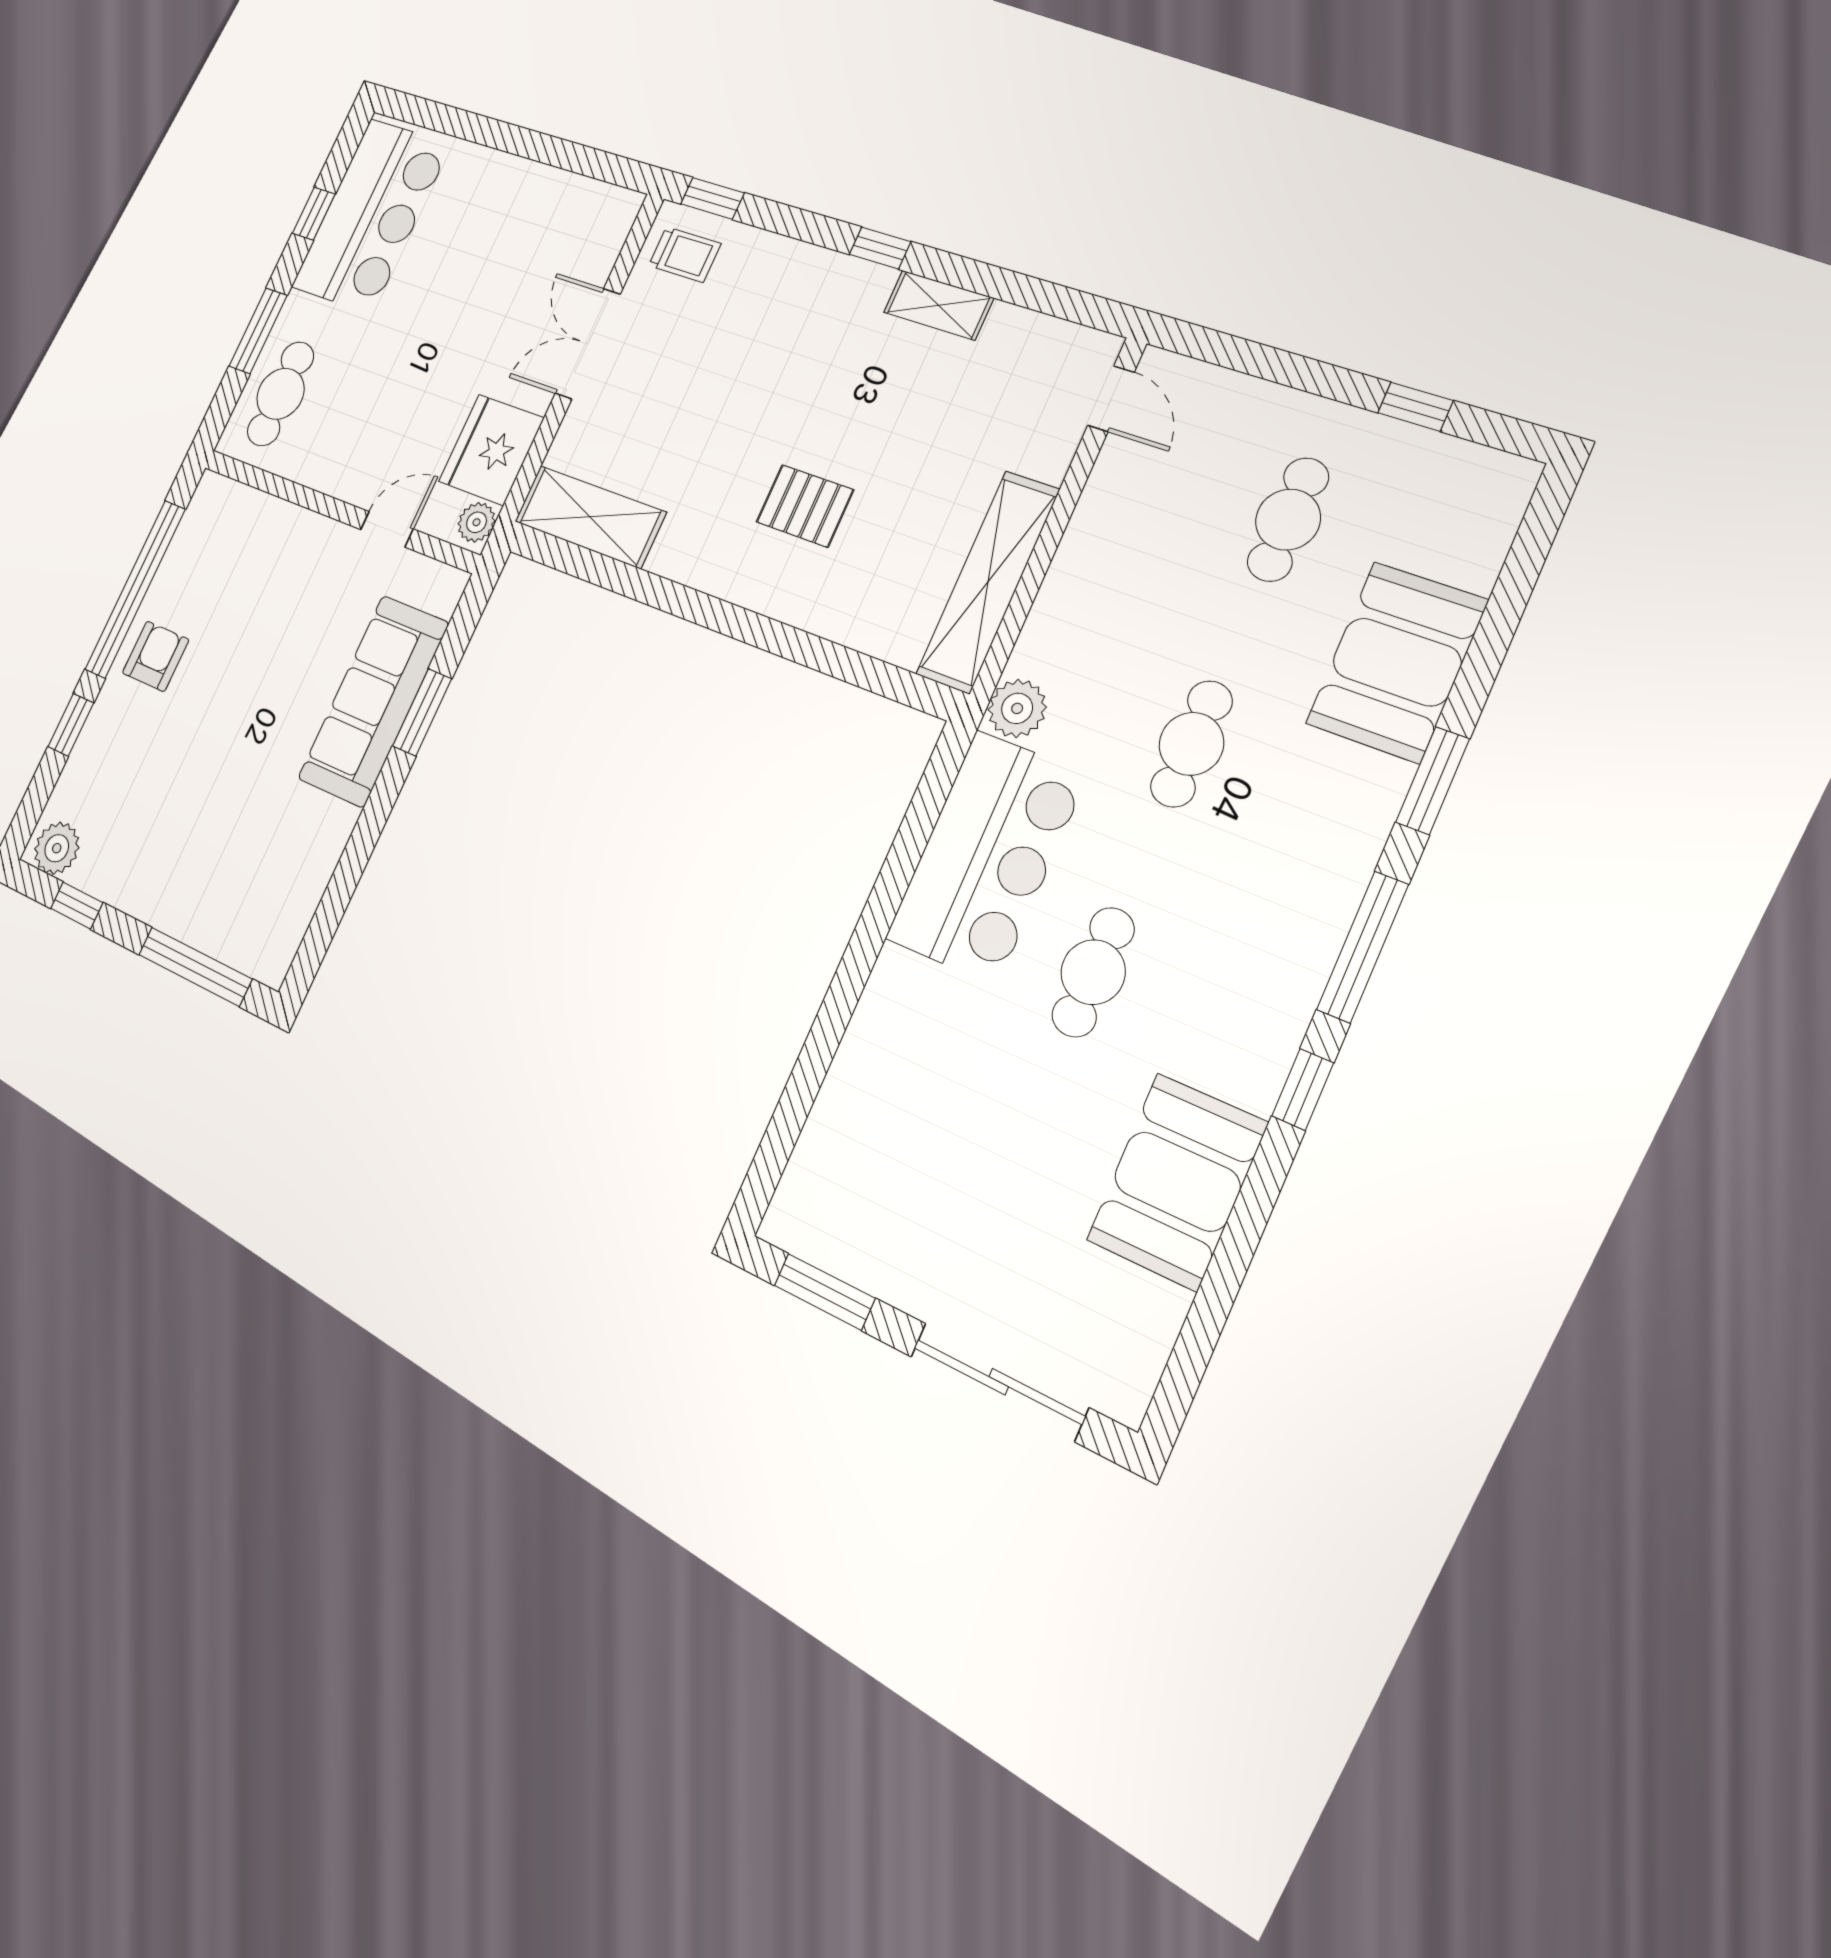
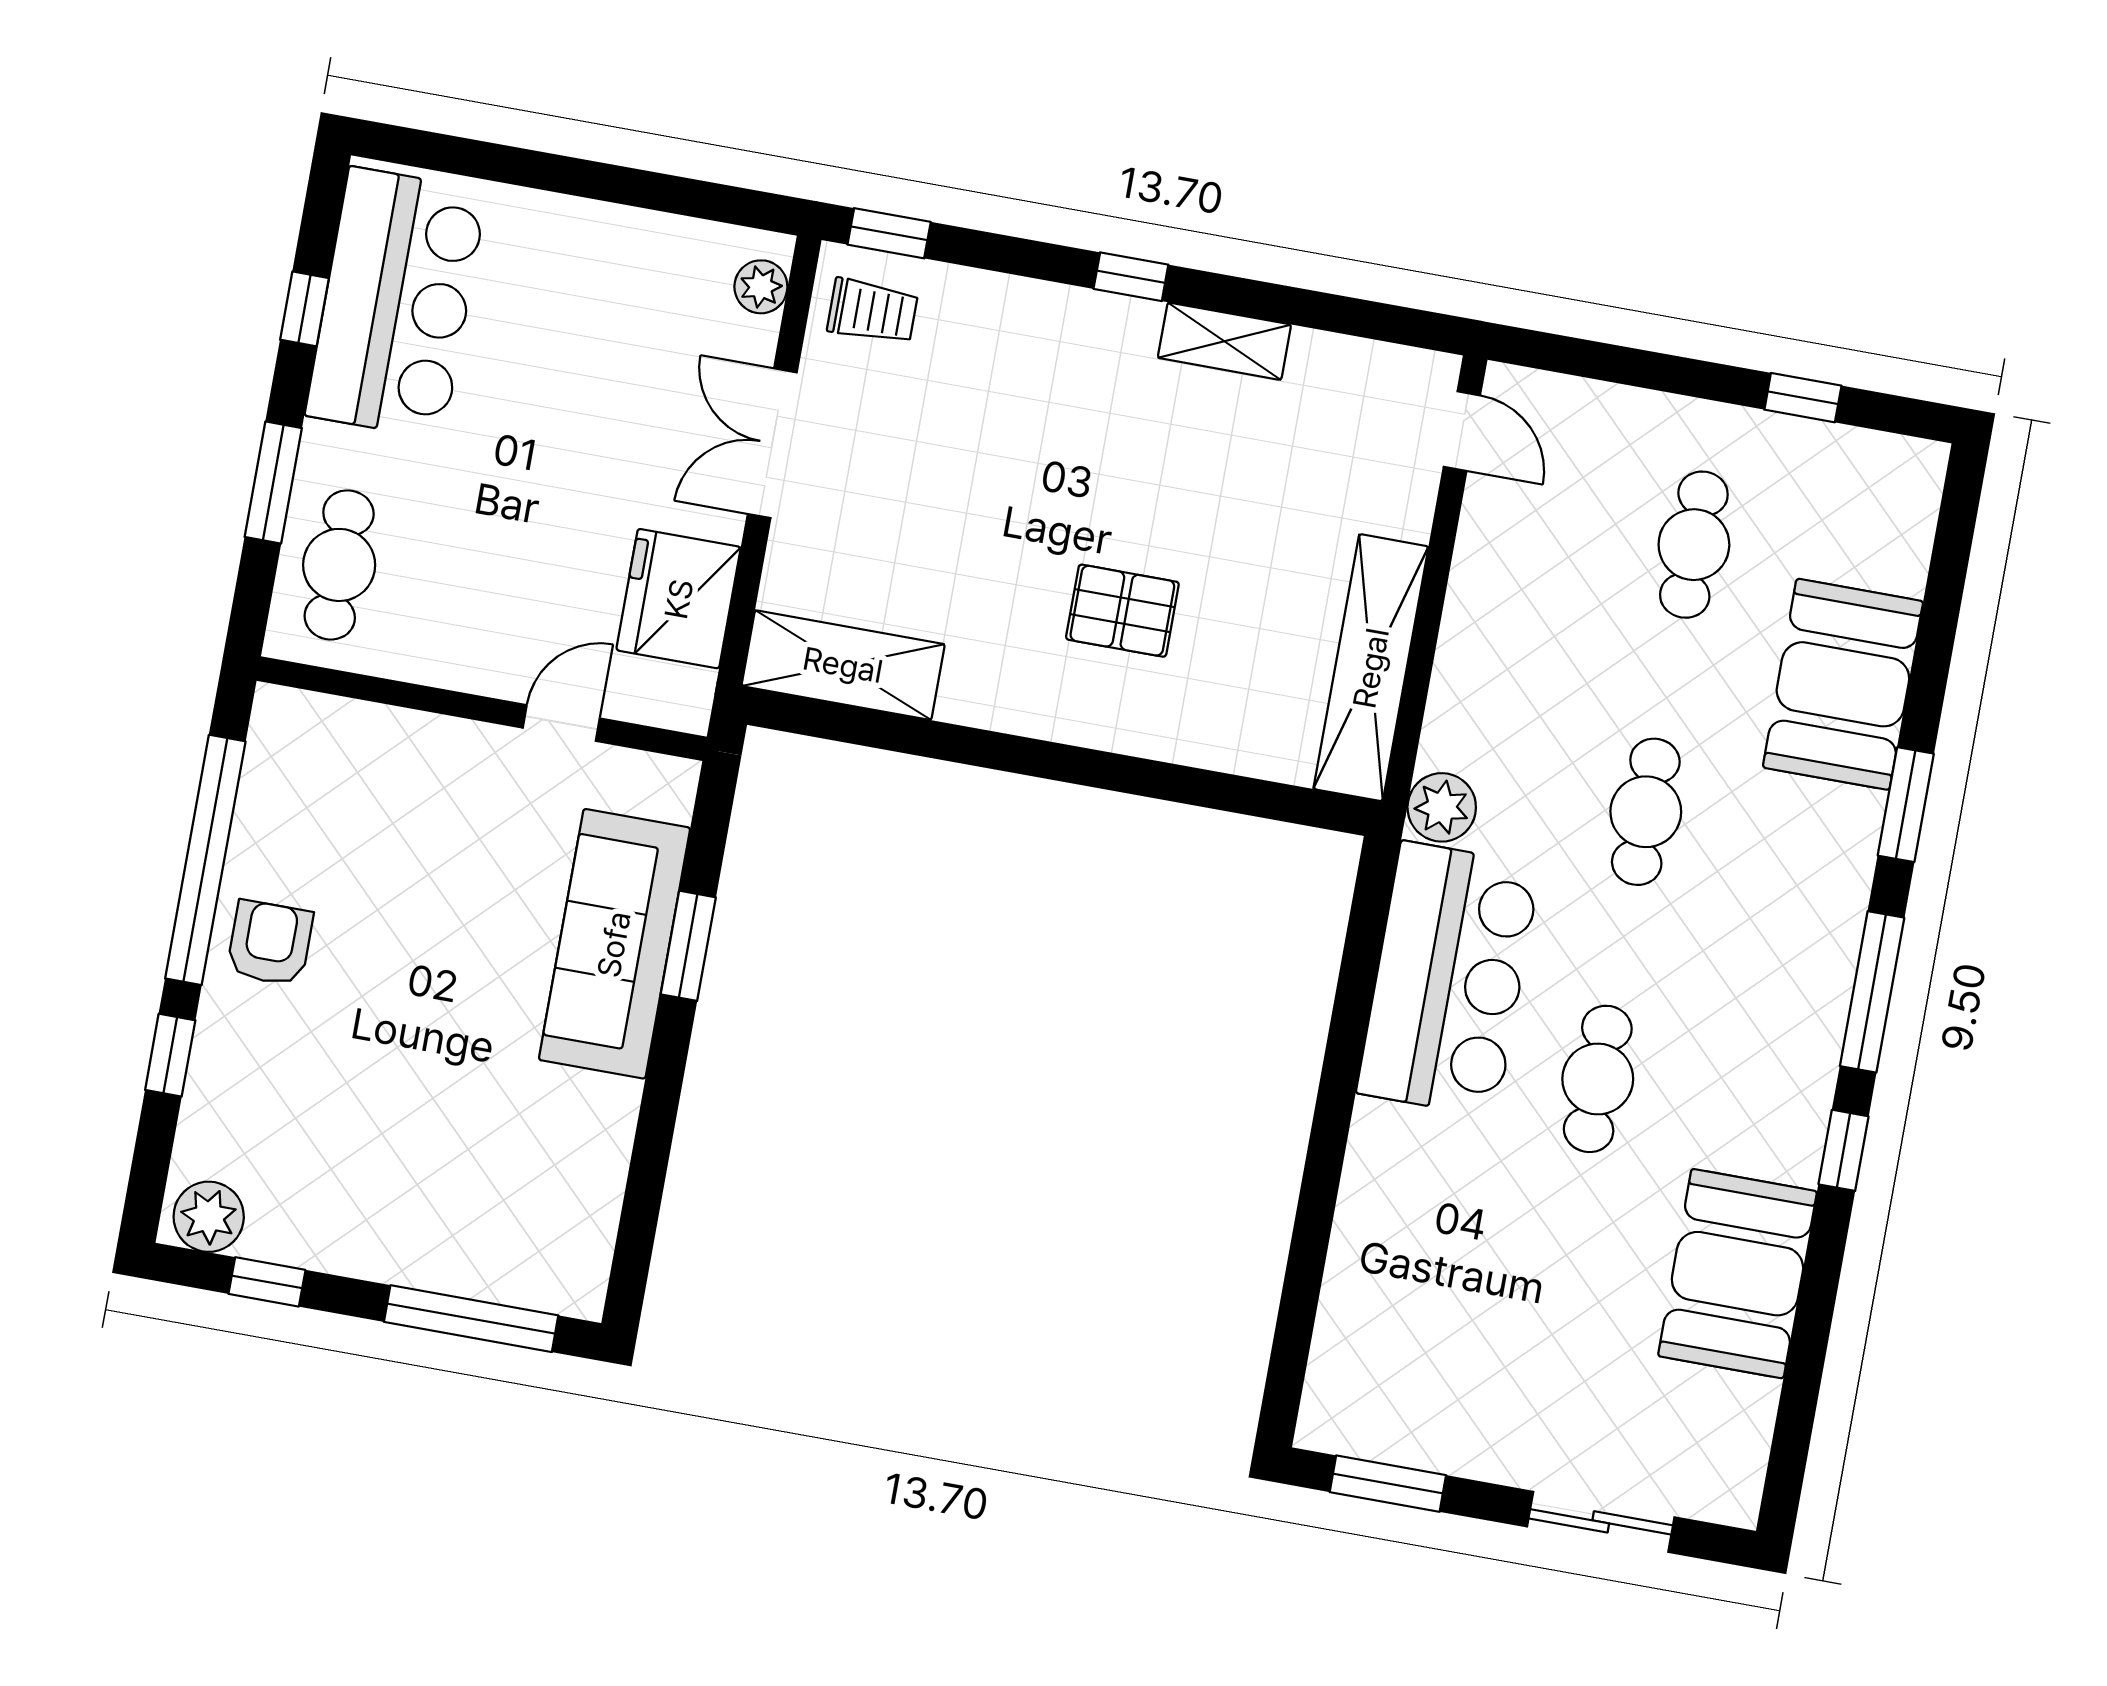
plant: (476, 522) -> (761, 287), moved
sliding door: (999, 1382) -> (1601, 1522), width x0.73

